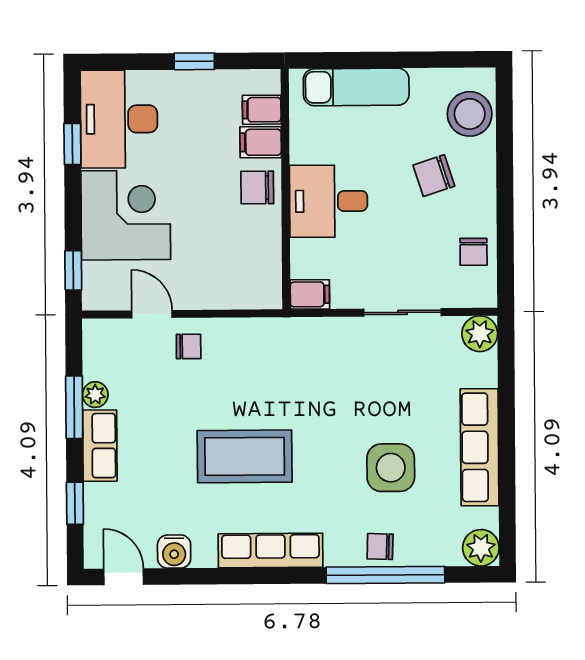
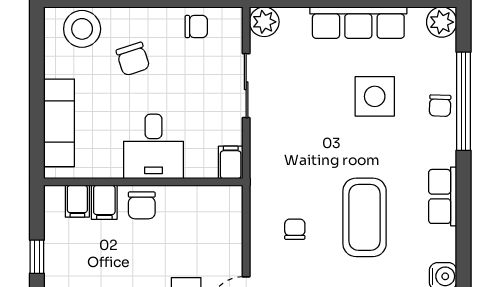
chair: (189, 346) -> (295, 229), moved
row of seats: (271, 551) -> (443, 196), width x0.68

